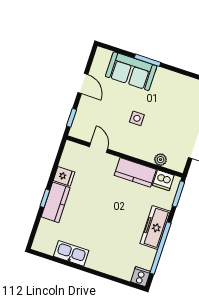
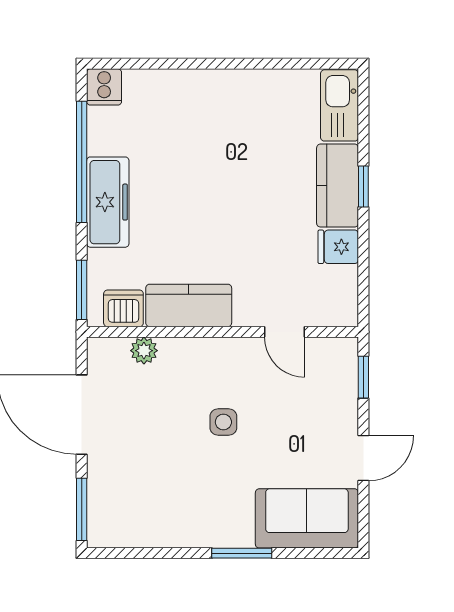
sofa: (131, 71) -> (307, 518), moved
door: (83, 83) -> (363, 458), swing flipped
kitchen sink: (71, 253) -> (340, 105), moved, turned 90

